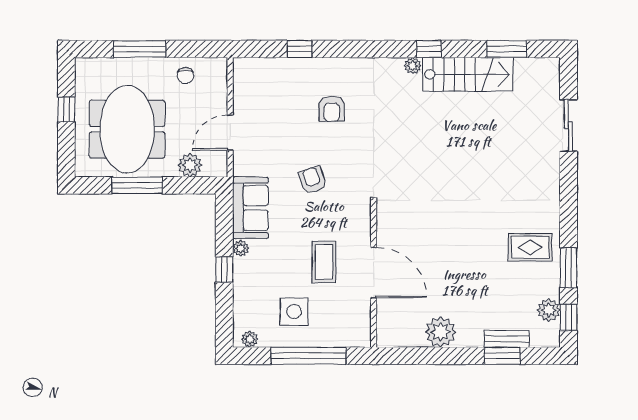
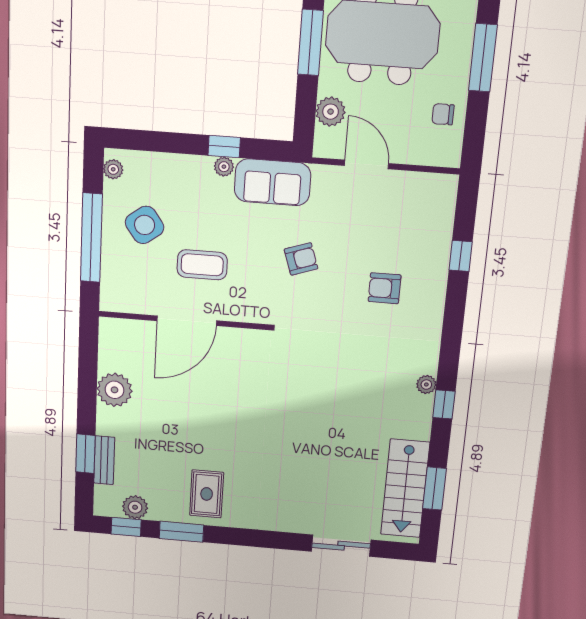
stairs: (468, 74) -> (405, 489), moved
window: (224, 270) -> (224, 147), moved
side table: (294, 312) -> (145, 225), turned -36

